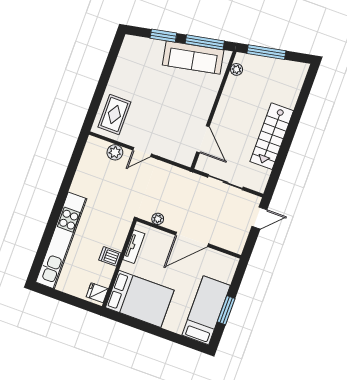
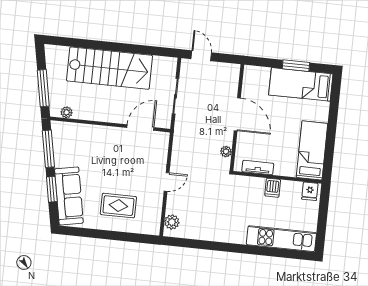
sofa: (193, 58) -> (69, 196), moved
rug: (114, 115) -> (118, 206), moved
stairs: (272, 136) -> (110, 68), width x1.36, depth x1.51
plant: (115, 152) -> (172, 222), moved
door: (142, 152) -> (167, 182), hinge flipped
kitchen unit: (61, 240) -> (281, 239), width x0.73
bed: (140, 299) -> (312, 150), width x0.67

